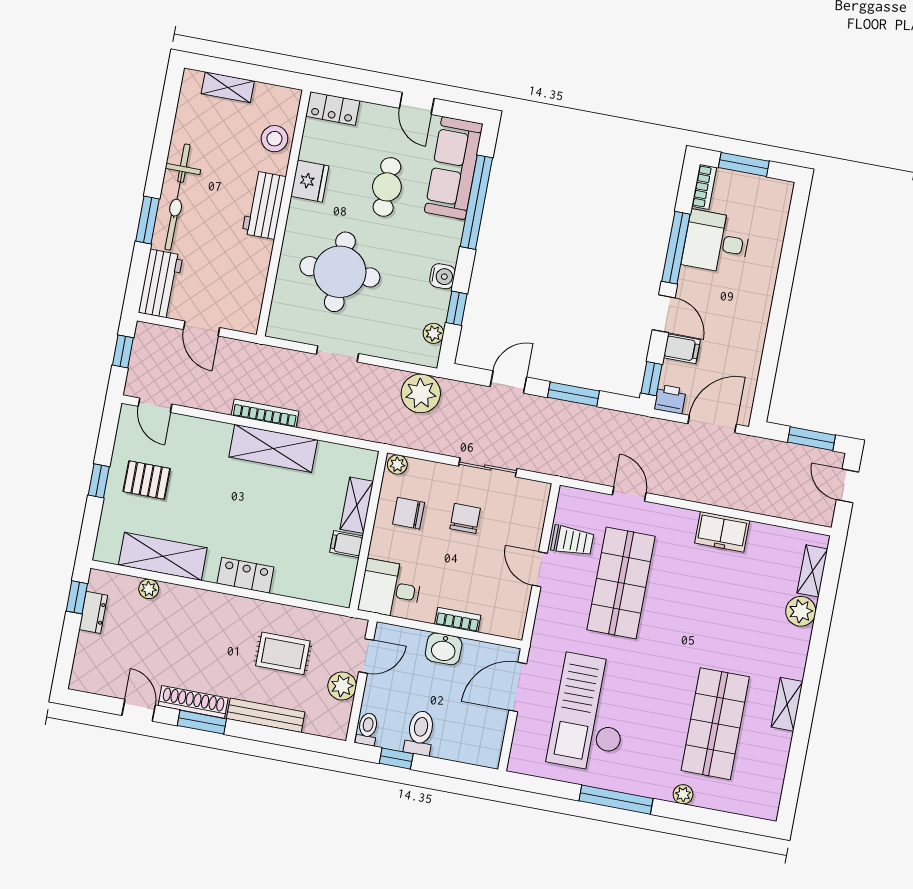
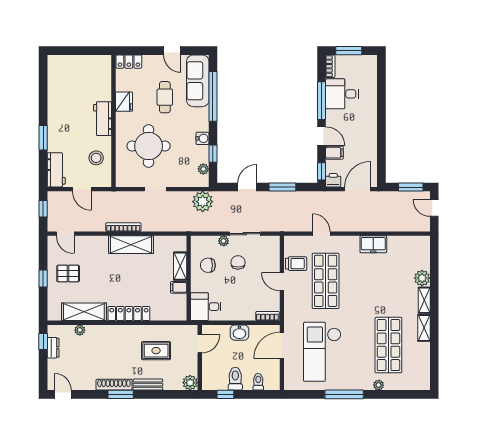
shelving: (228, 87) -> (72, 61), removed
stool: (274, 139) -> (96, 158), moved
bicycle: (178, 197) -> (57, 123), removed
plant: (397, 464) -> (224, 241), moved
shelving: (812, 571) -> (424, 300), moved
locker: (245, 575) -> (129, 314), width x1.53
bookcase: (458, 620) -> (267, 316), moved
plant: (342, 686) -> (190, 383), moved
door: (139, 710) -> (63, 394), moved
bench: (266, 715) -> (148, 385), width x0.73
toilet: (367, 729) -> (258, 382), moved

